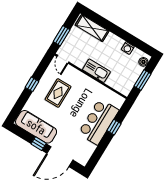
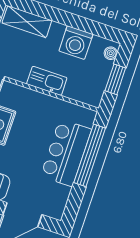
washing machine: (128, 48) -> (76, 43), width x1.89, depth x1.89
window: (114, 127) -> (90, 155), width x3.17

